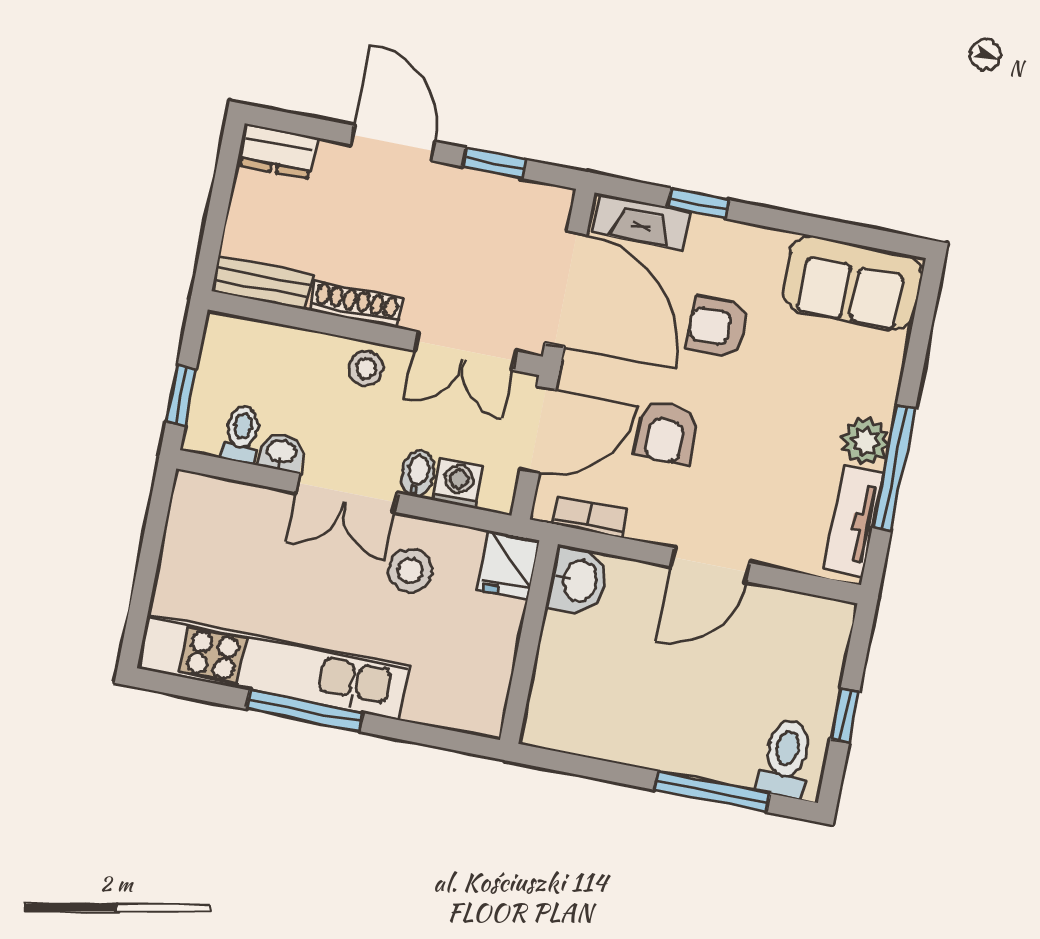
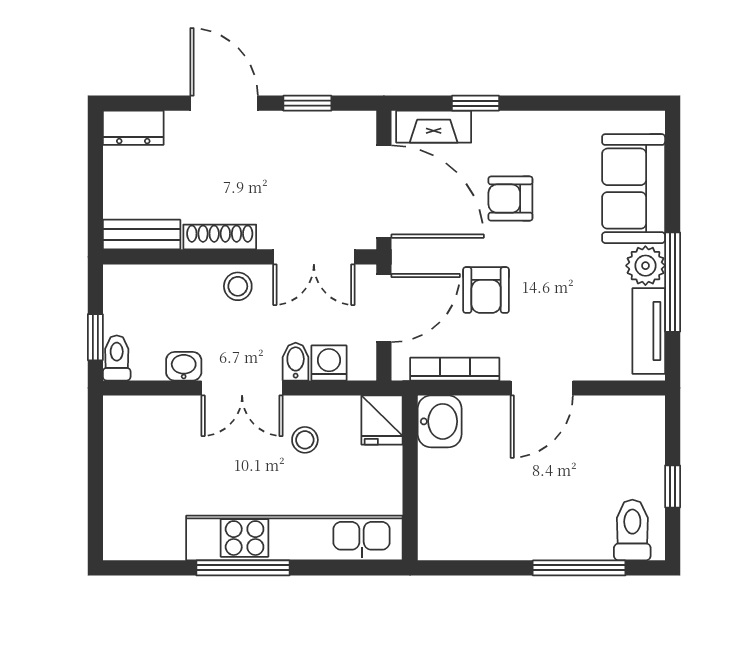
sofa: (852, 283) -> (634, 189), moved, turned 90
toilet: (241, 434) -> (117, 358), moved
bookcase: (590, 517) -> (455, 369), width x1.56
stool: (410, 571) -> (305, 440), width x0.73, depth x0.73
kitchen unit: (273, 667) -> (294, 538), moved

